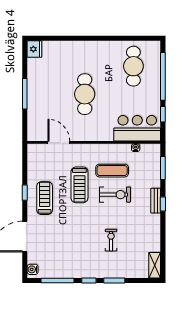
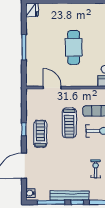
bench: (79, 272) -> (69, 195), added

